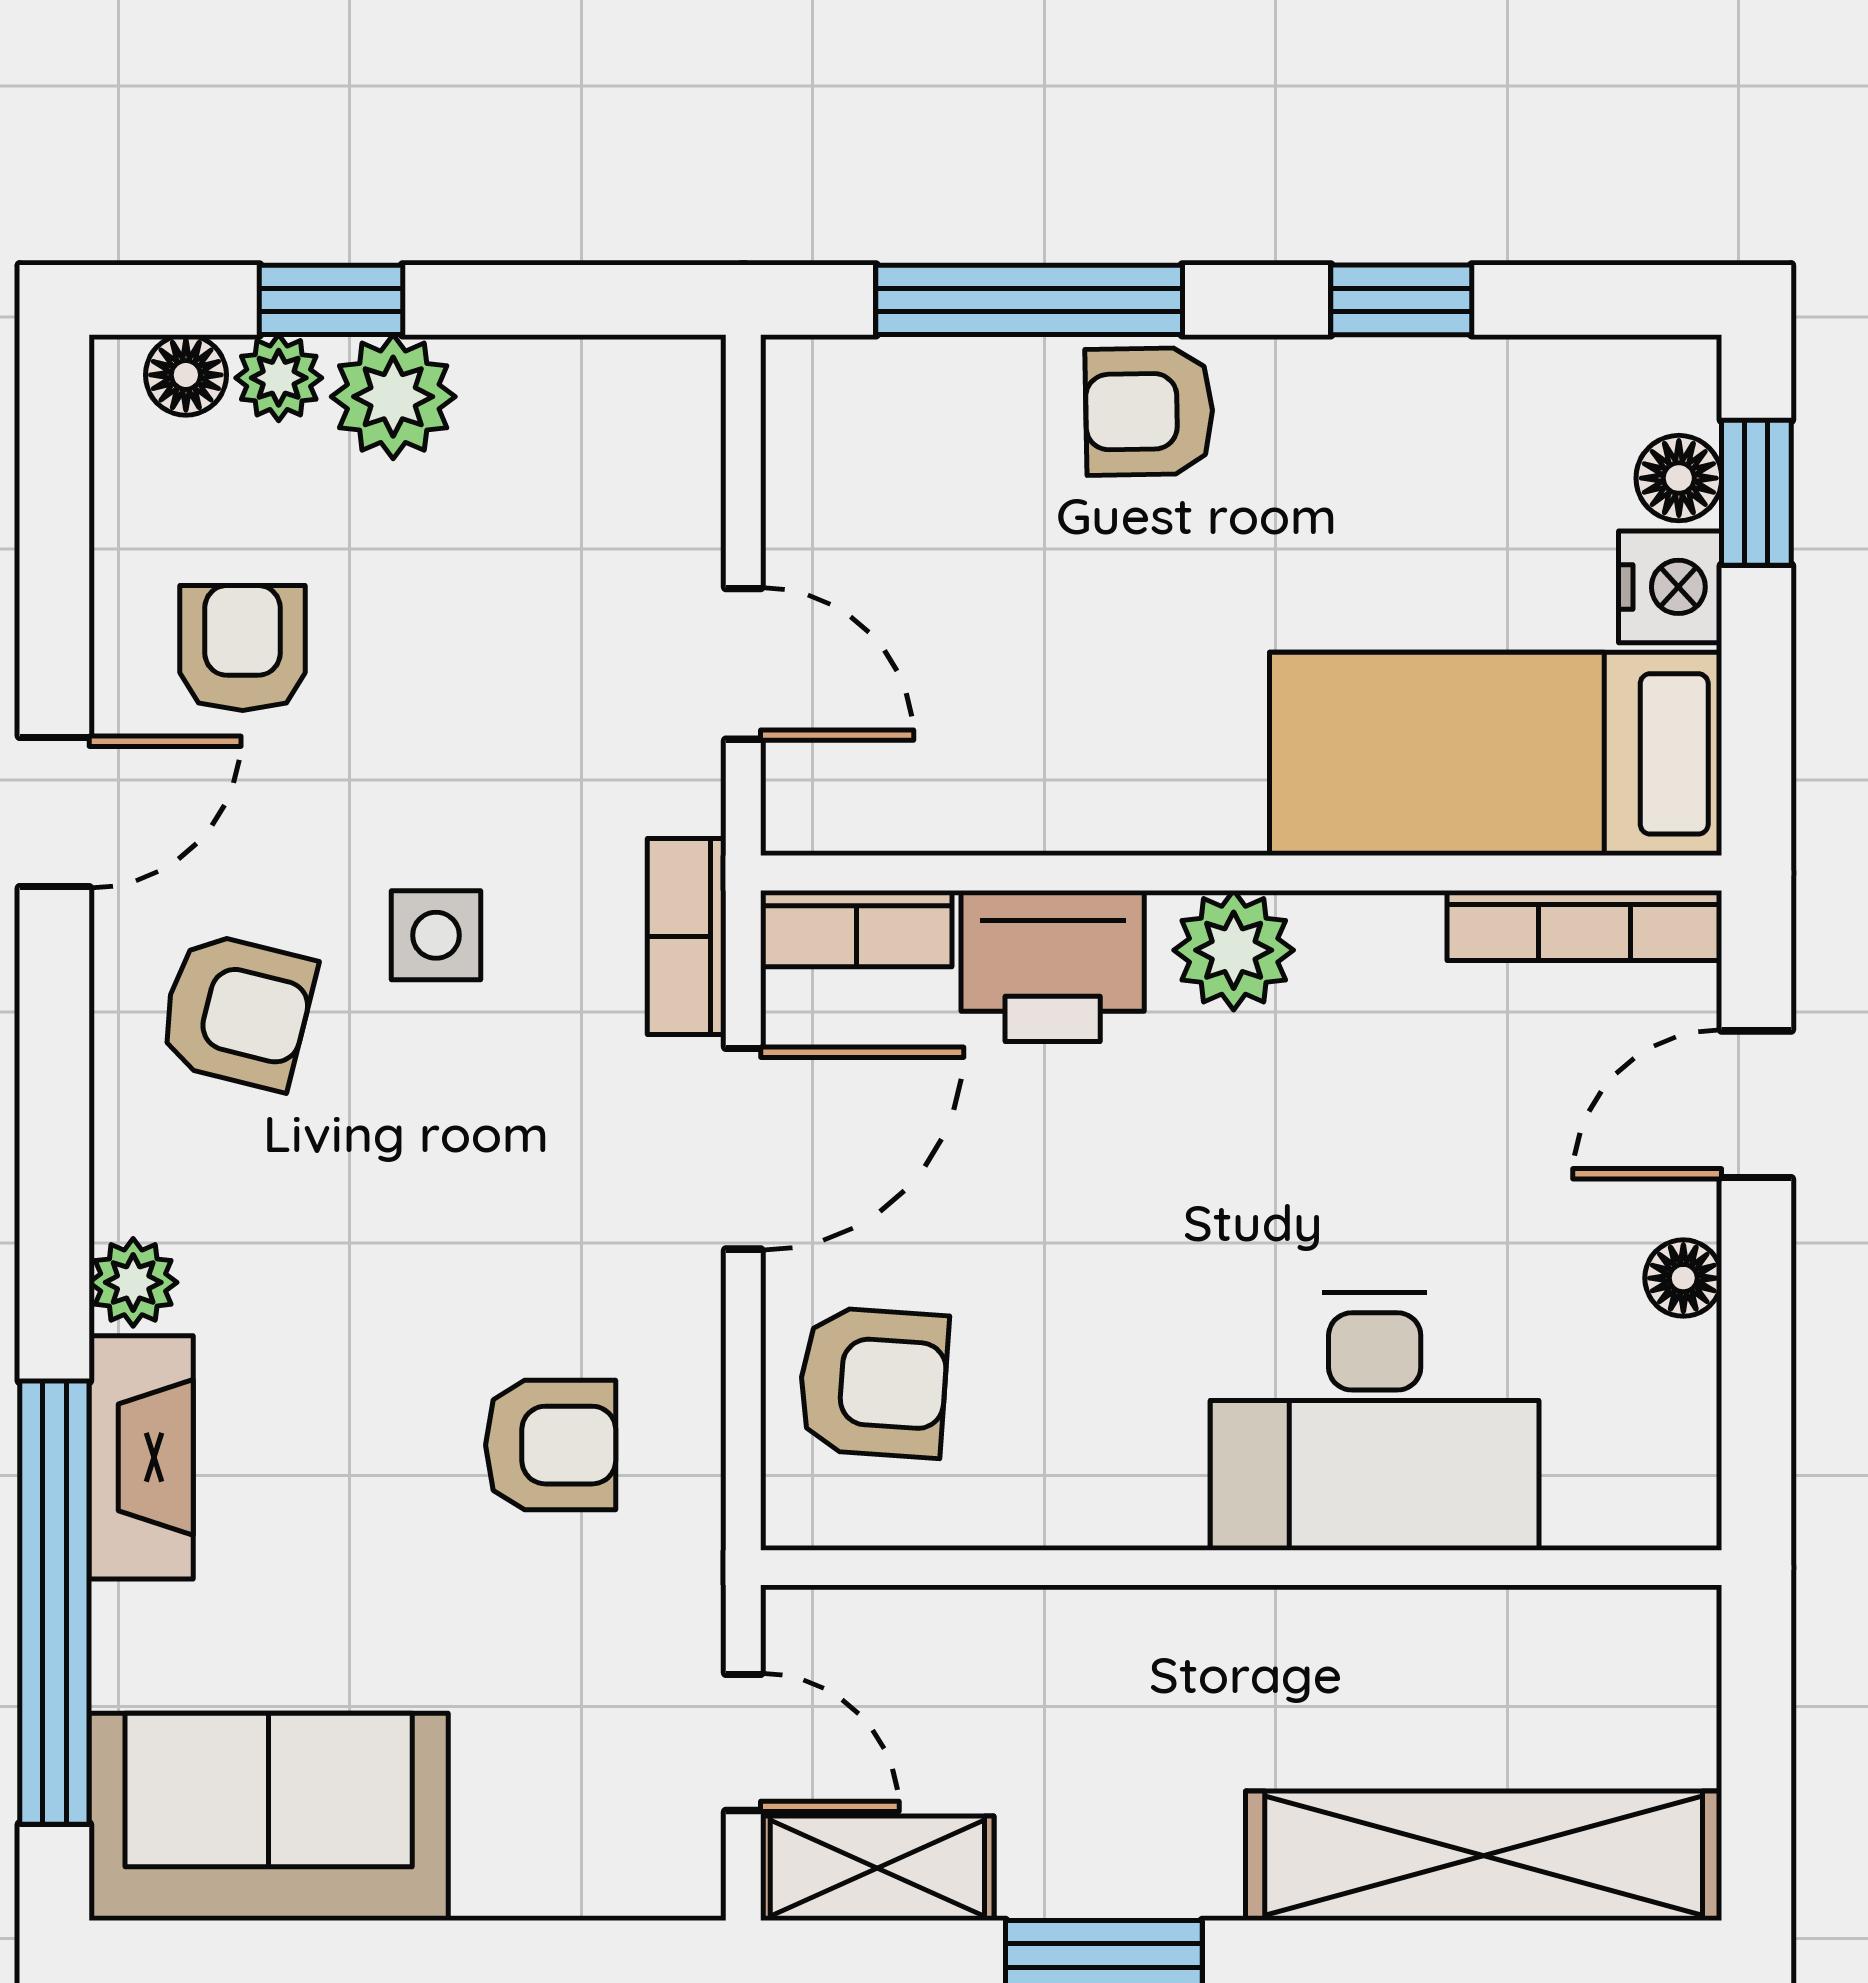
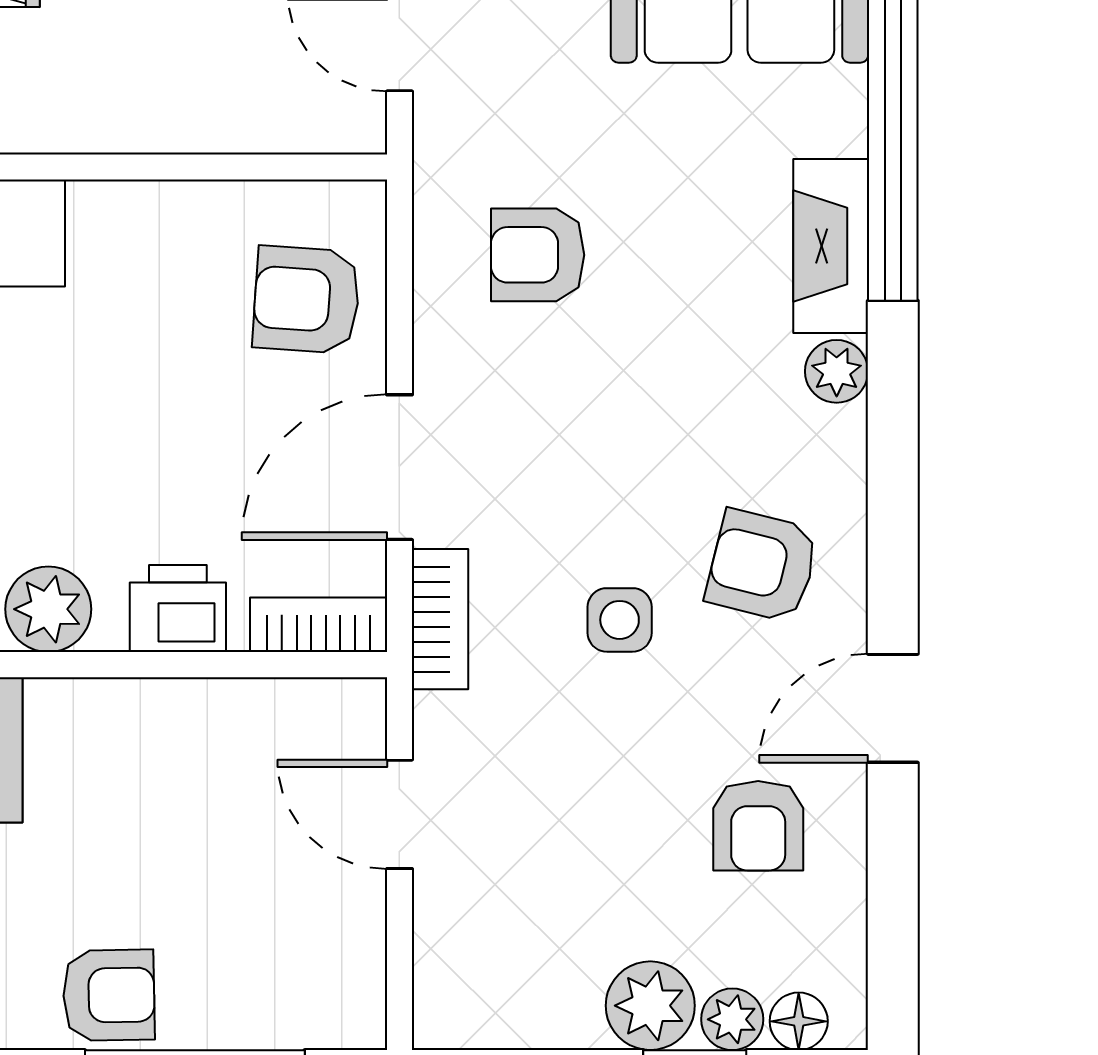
printer: (1053, 966) -> (178, 608), width x0.73, depth x0.81

